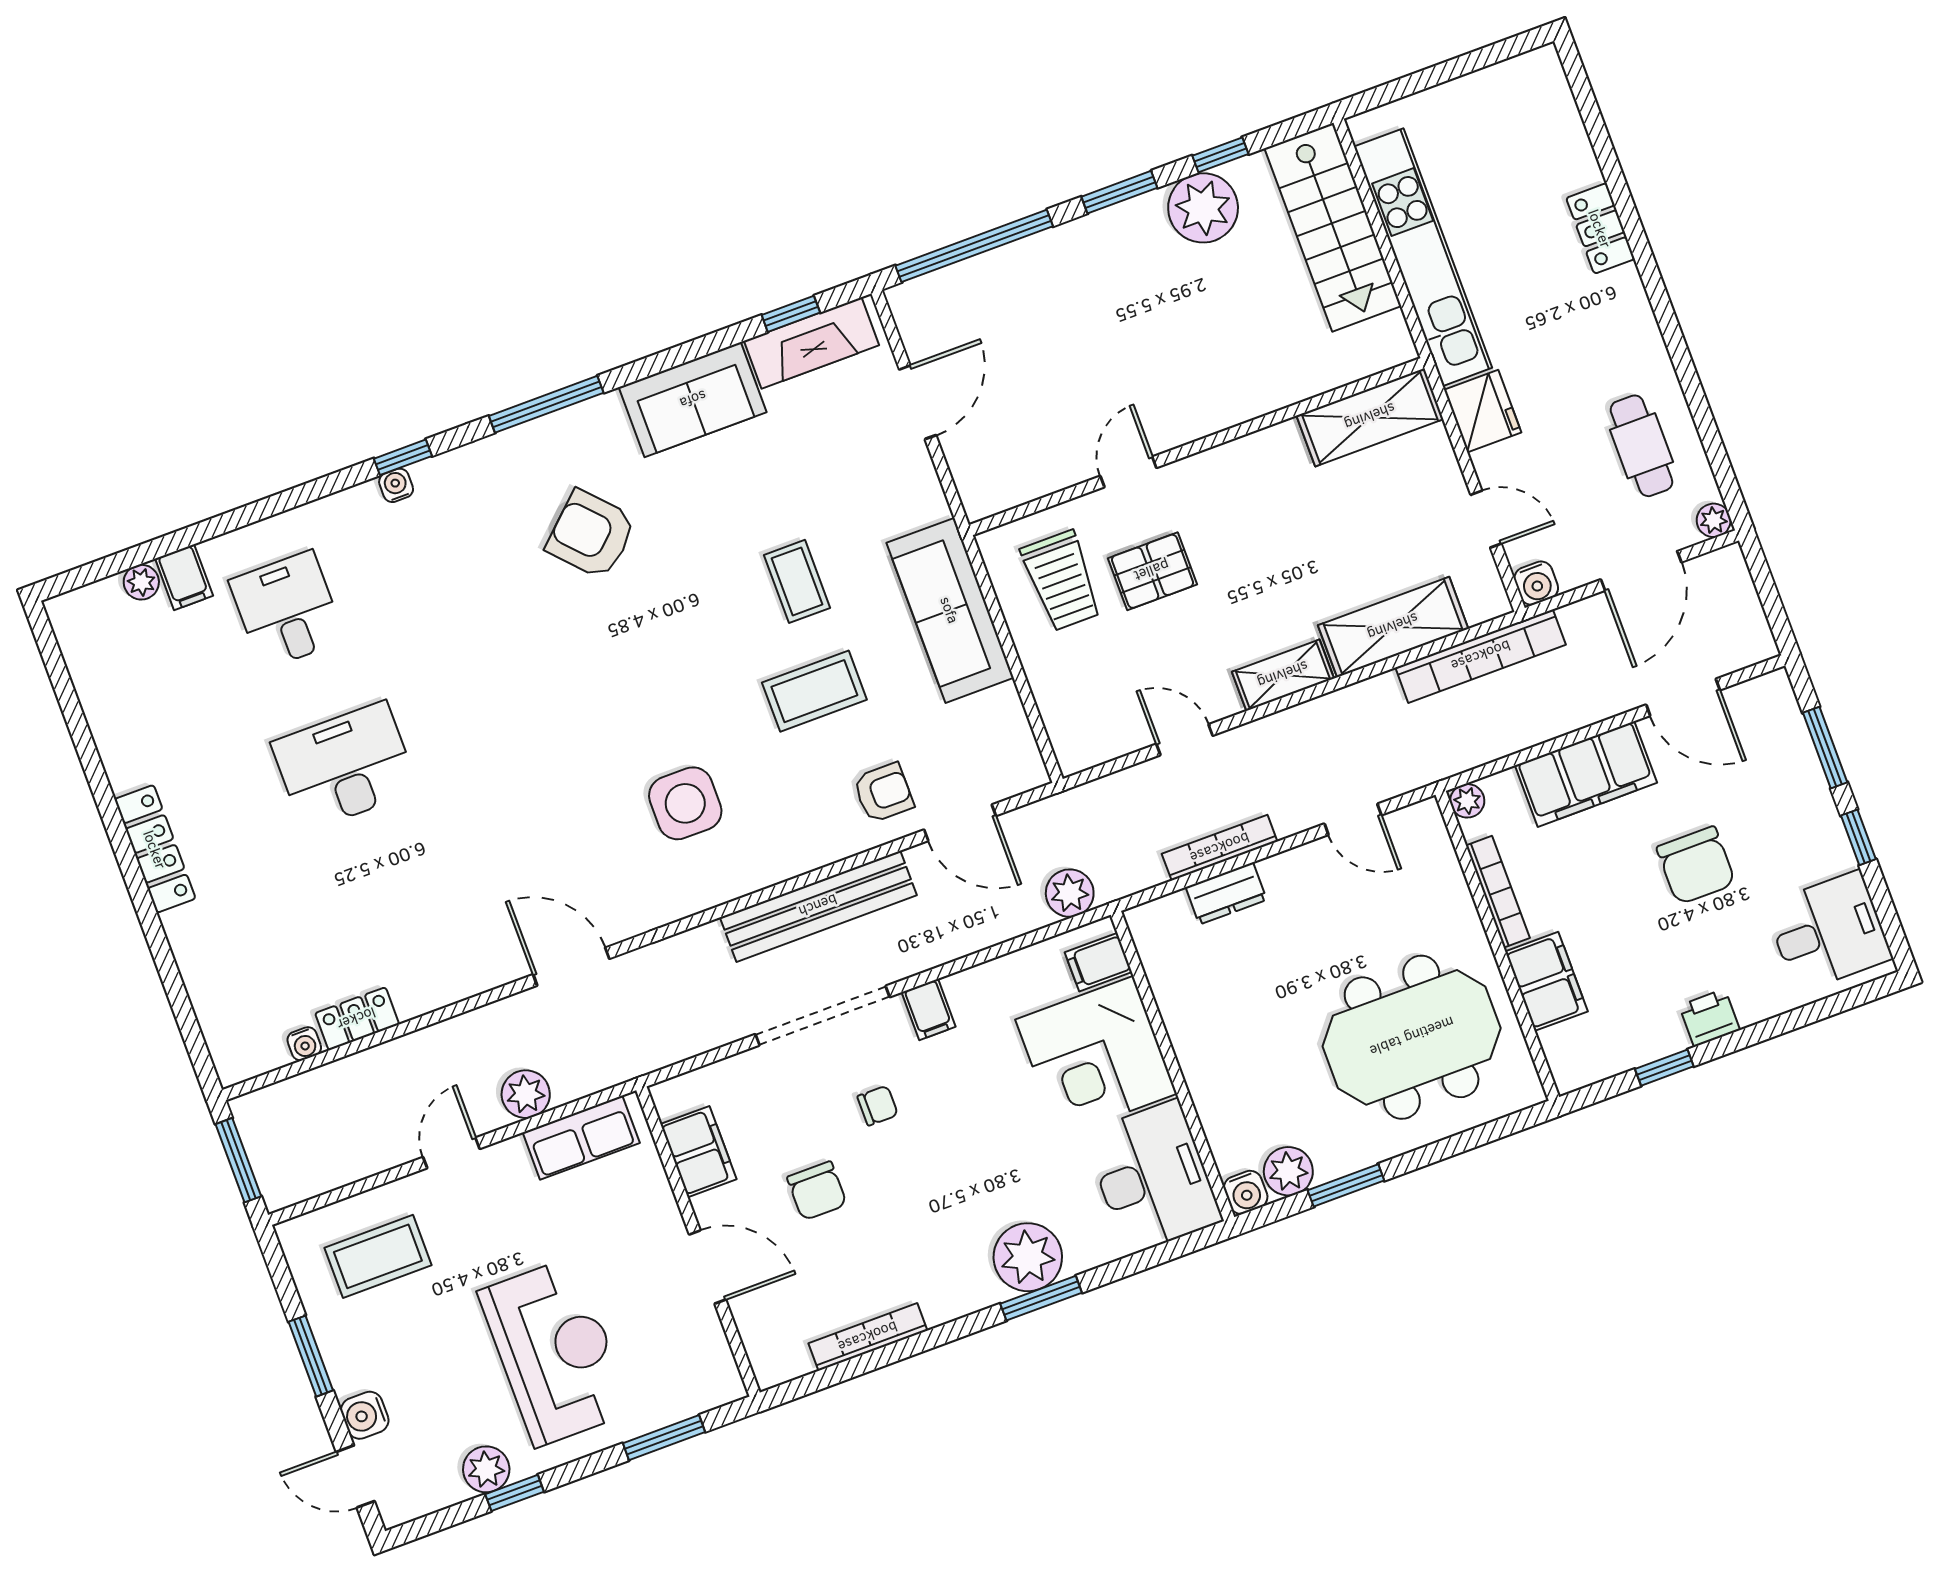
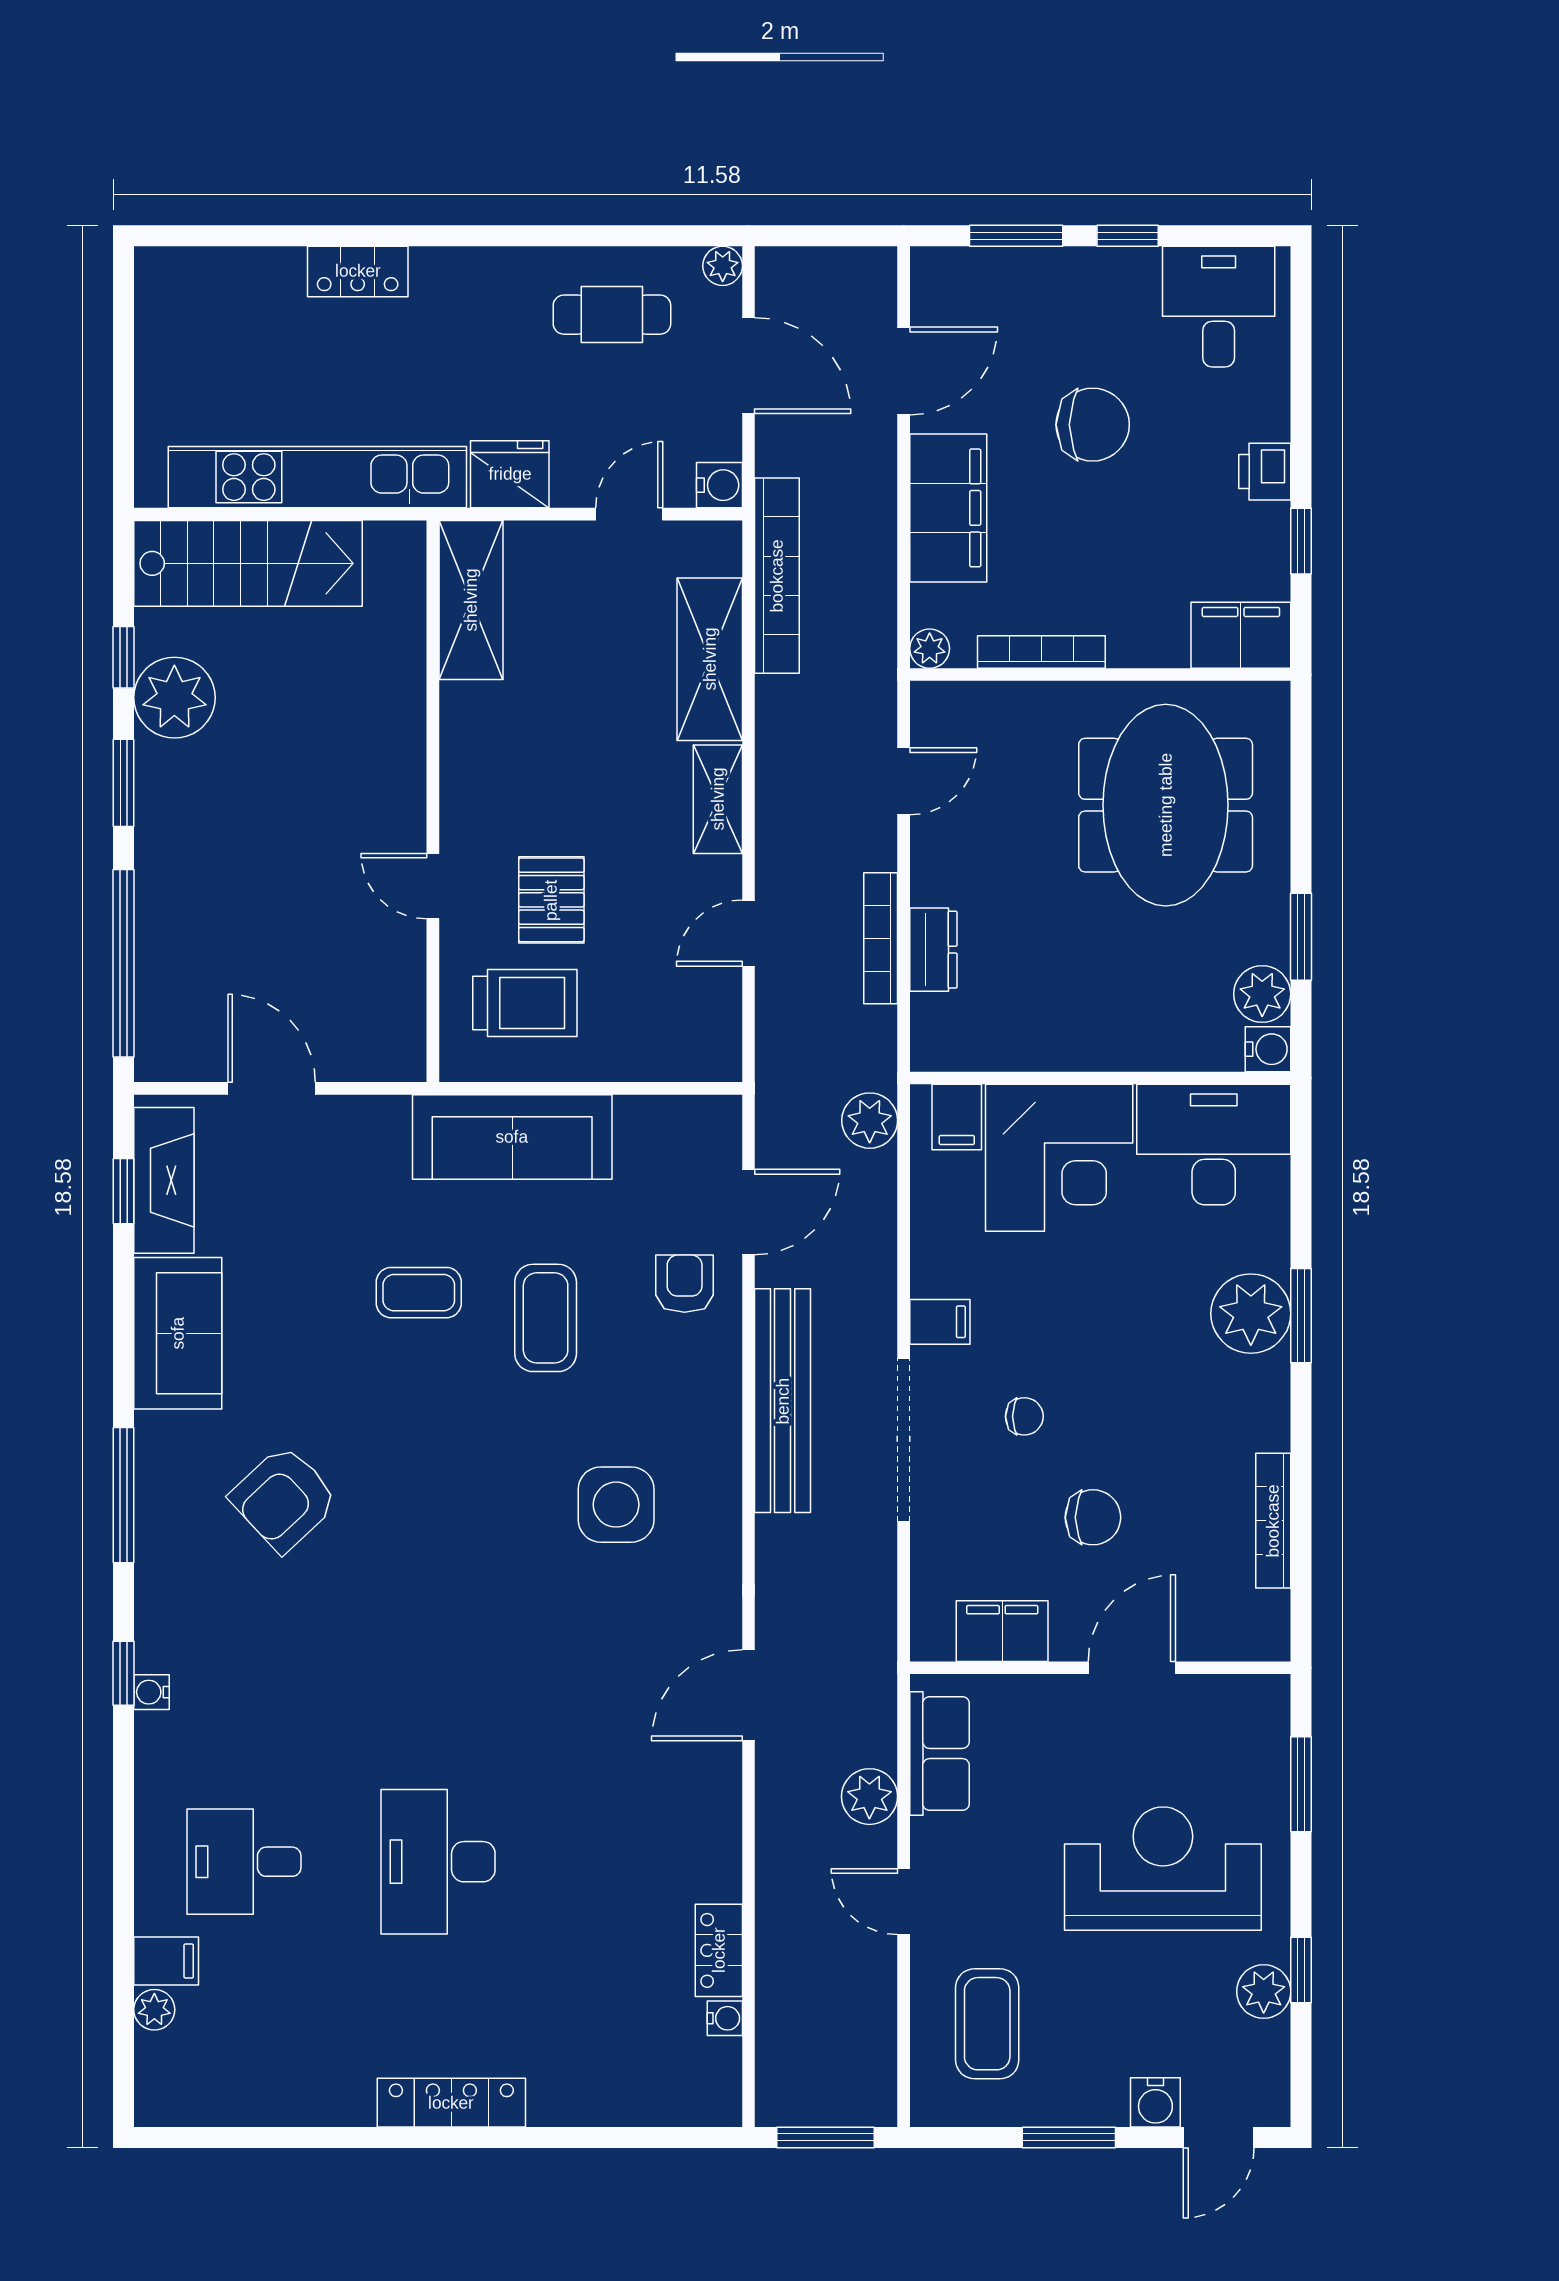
filing cabinet: (1546, 981) -> (1241, 635), moved
chair: (878, 1106) -> (1024, 1416), turned 90

